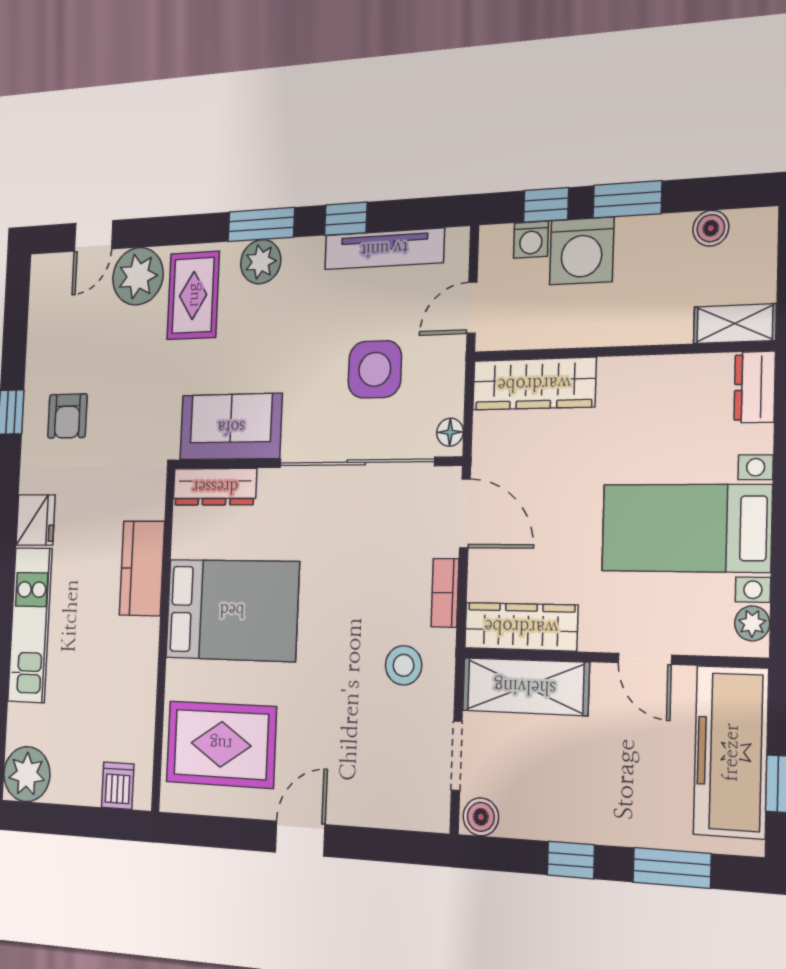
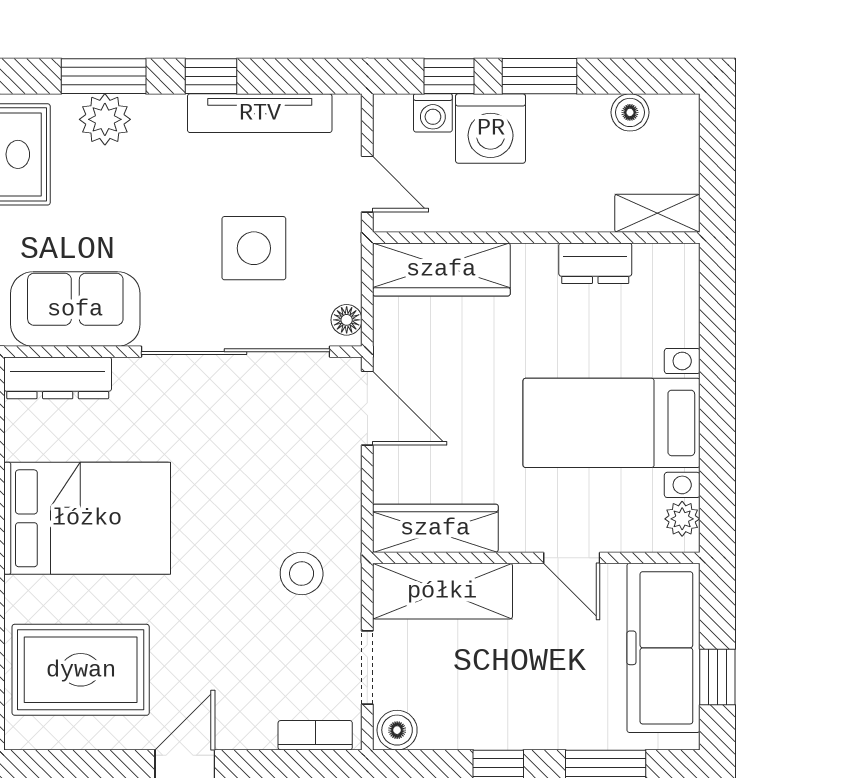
door: (472, 308) -> (367, 184), swing flipped
dresser: (755, 387) -> (595, 263), moved, turned -90
bookcase: (445, 593) -> (315, 735), moved, turned 90

